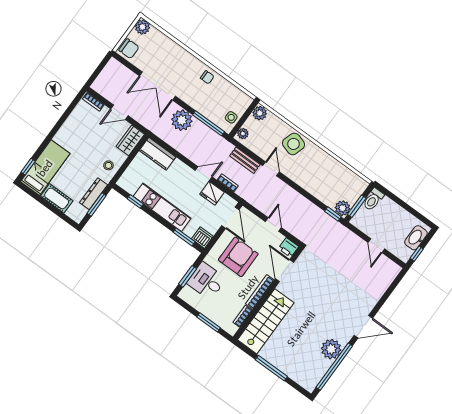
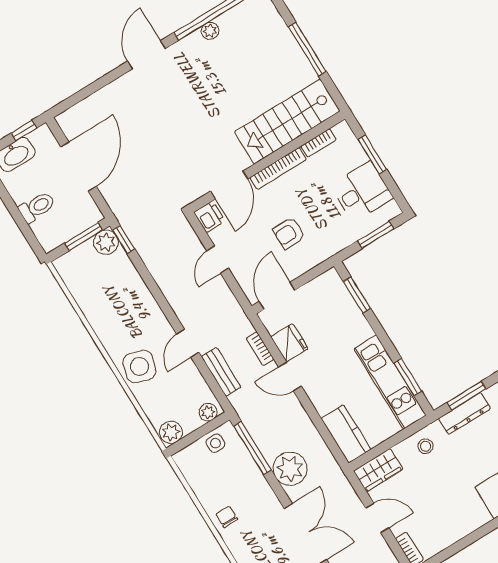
toilet: (373, 199) -> (37, 207), moved
window: (135, 201) -> (408, 377), width x1.50
kitchen unit: (162, 207) -> (390, 382), moved
dishwasher: (202, 238) -> (330, 283), removed
door: (376, 246) -> (79, 167), width x1.87
armchair: (238, 257) -> (289, 233), width x0.53, depth x0.53
desk: (206, 281) -> (362, 192), moved, turned -90
door: (363, 327) -> (147, 55), hinge flipped
plant: (331, 349) -> (210, 31), width x0.53, depth x0.53

